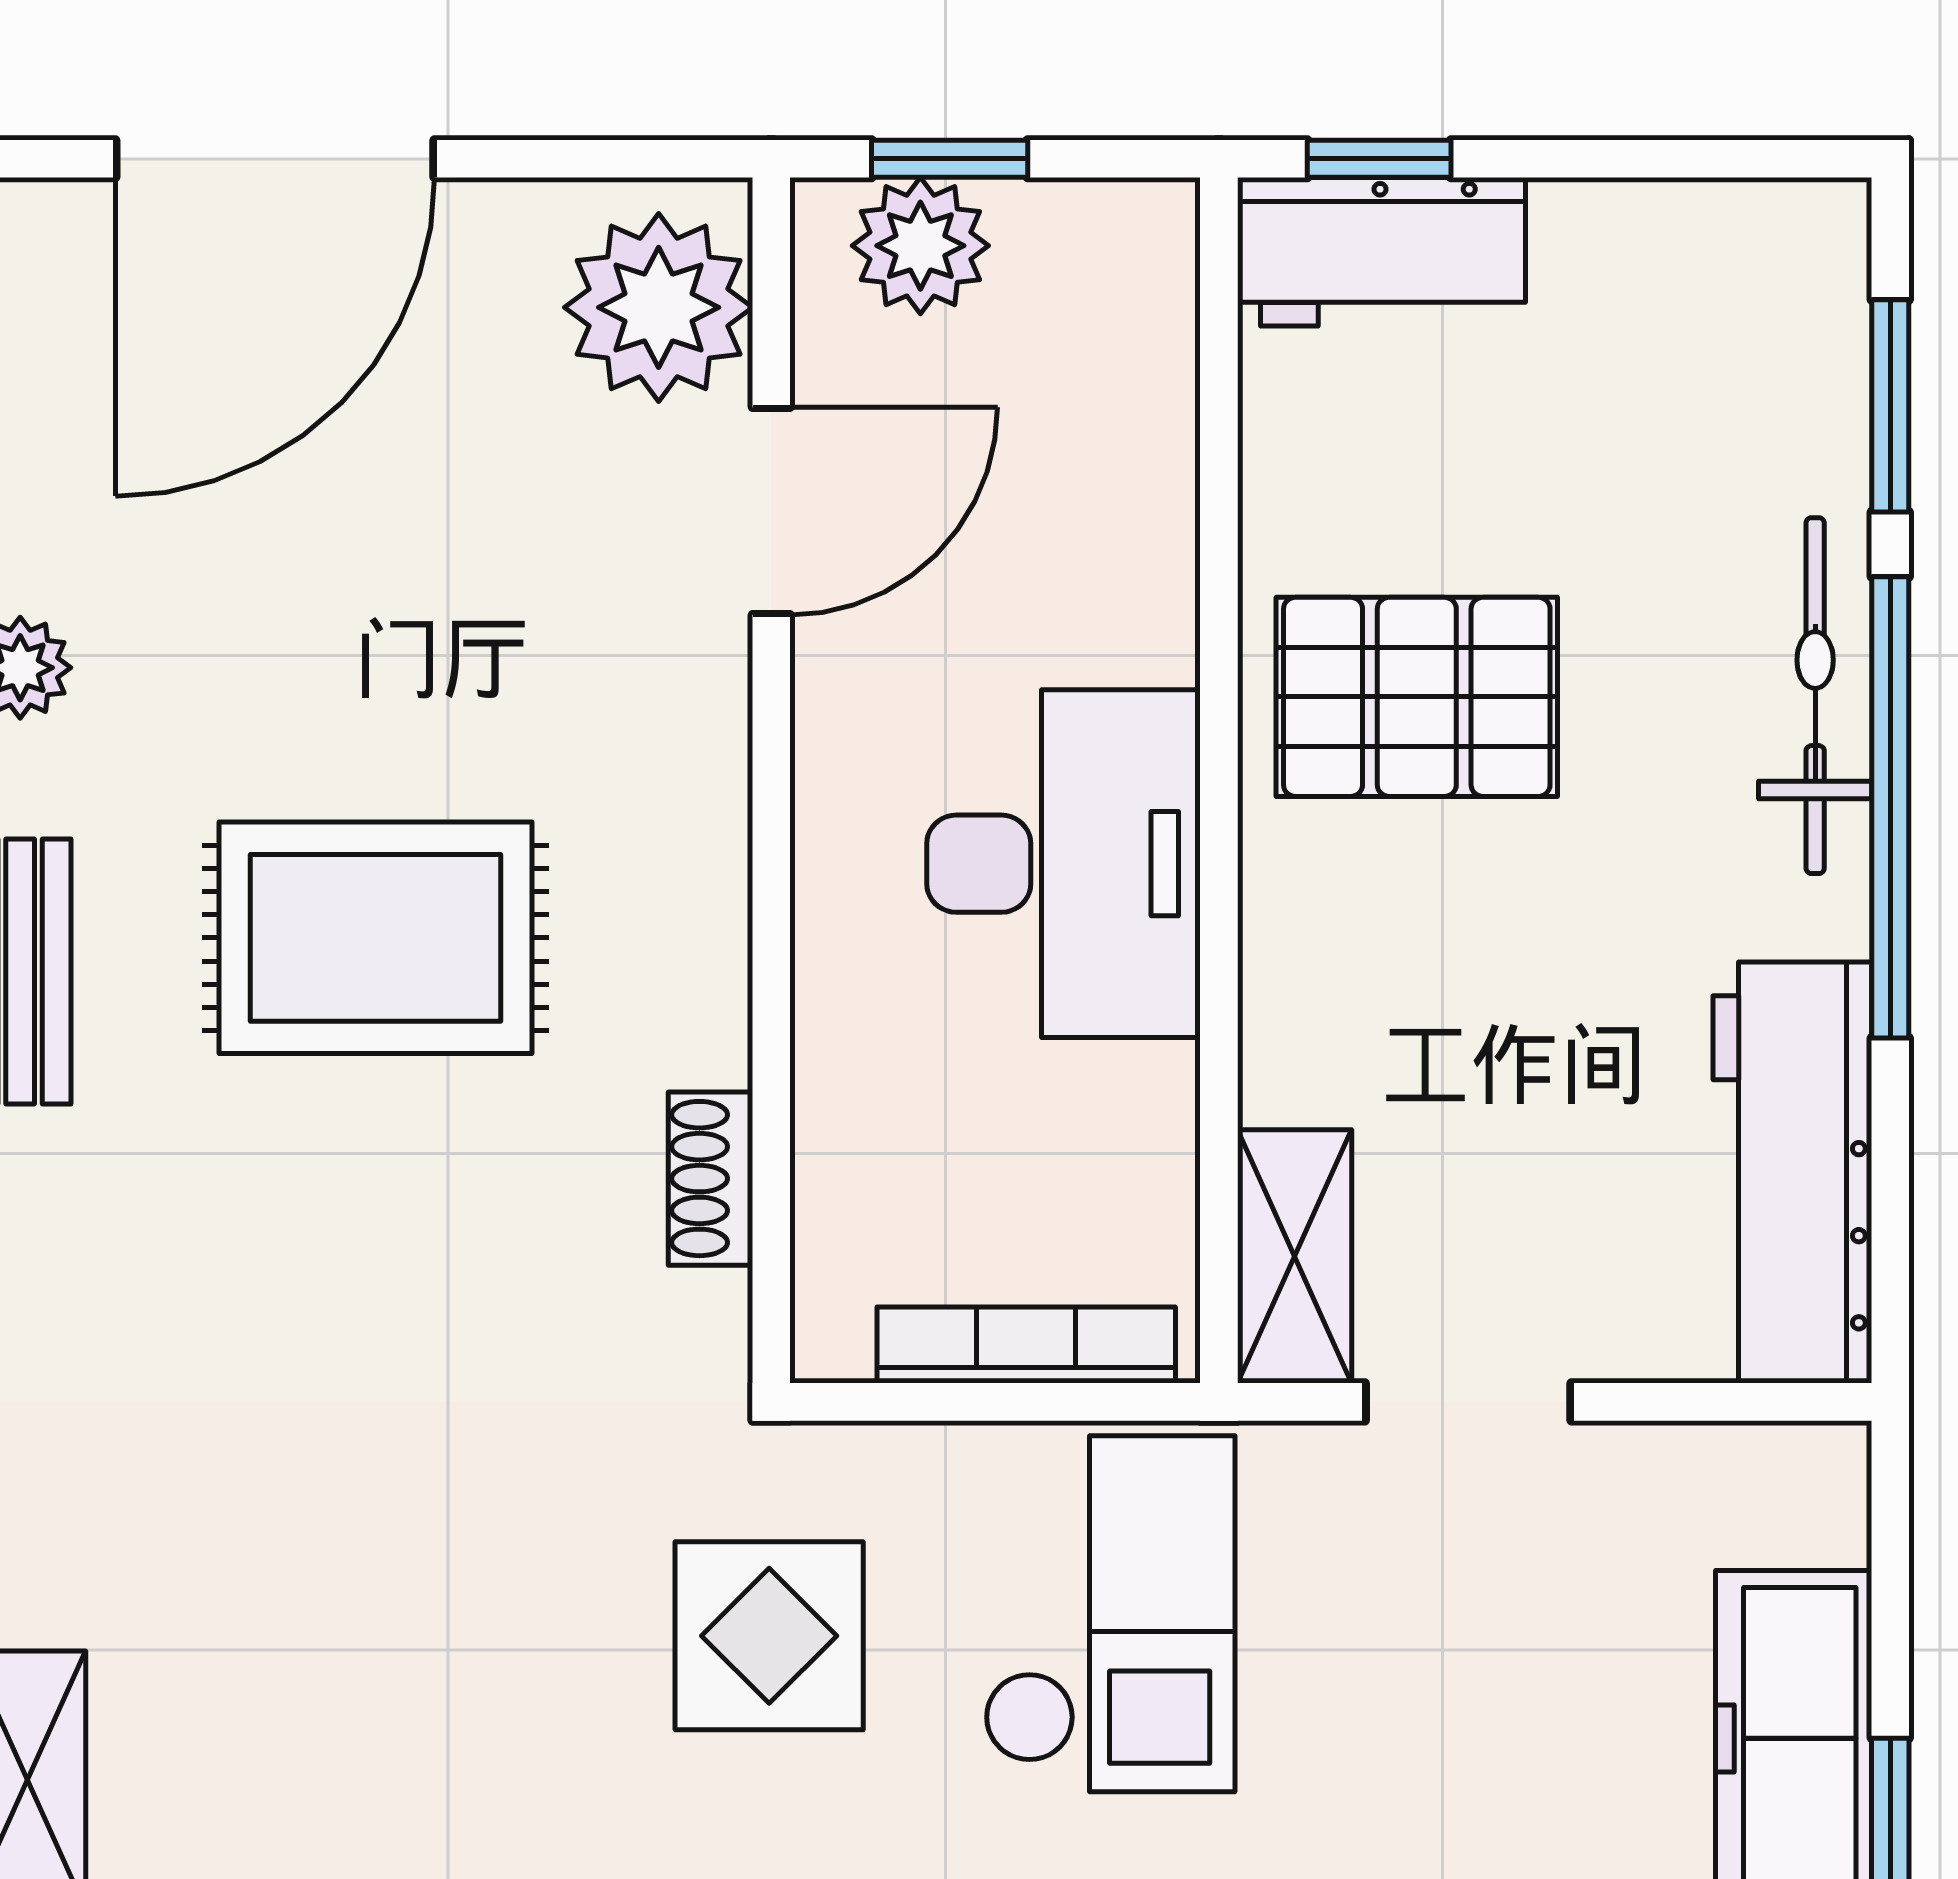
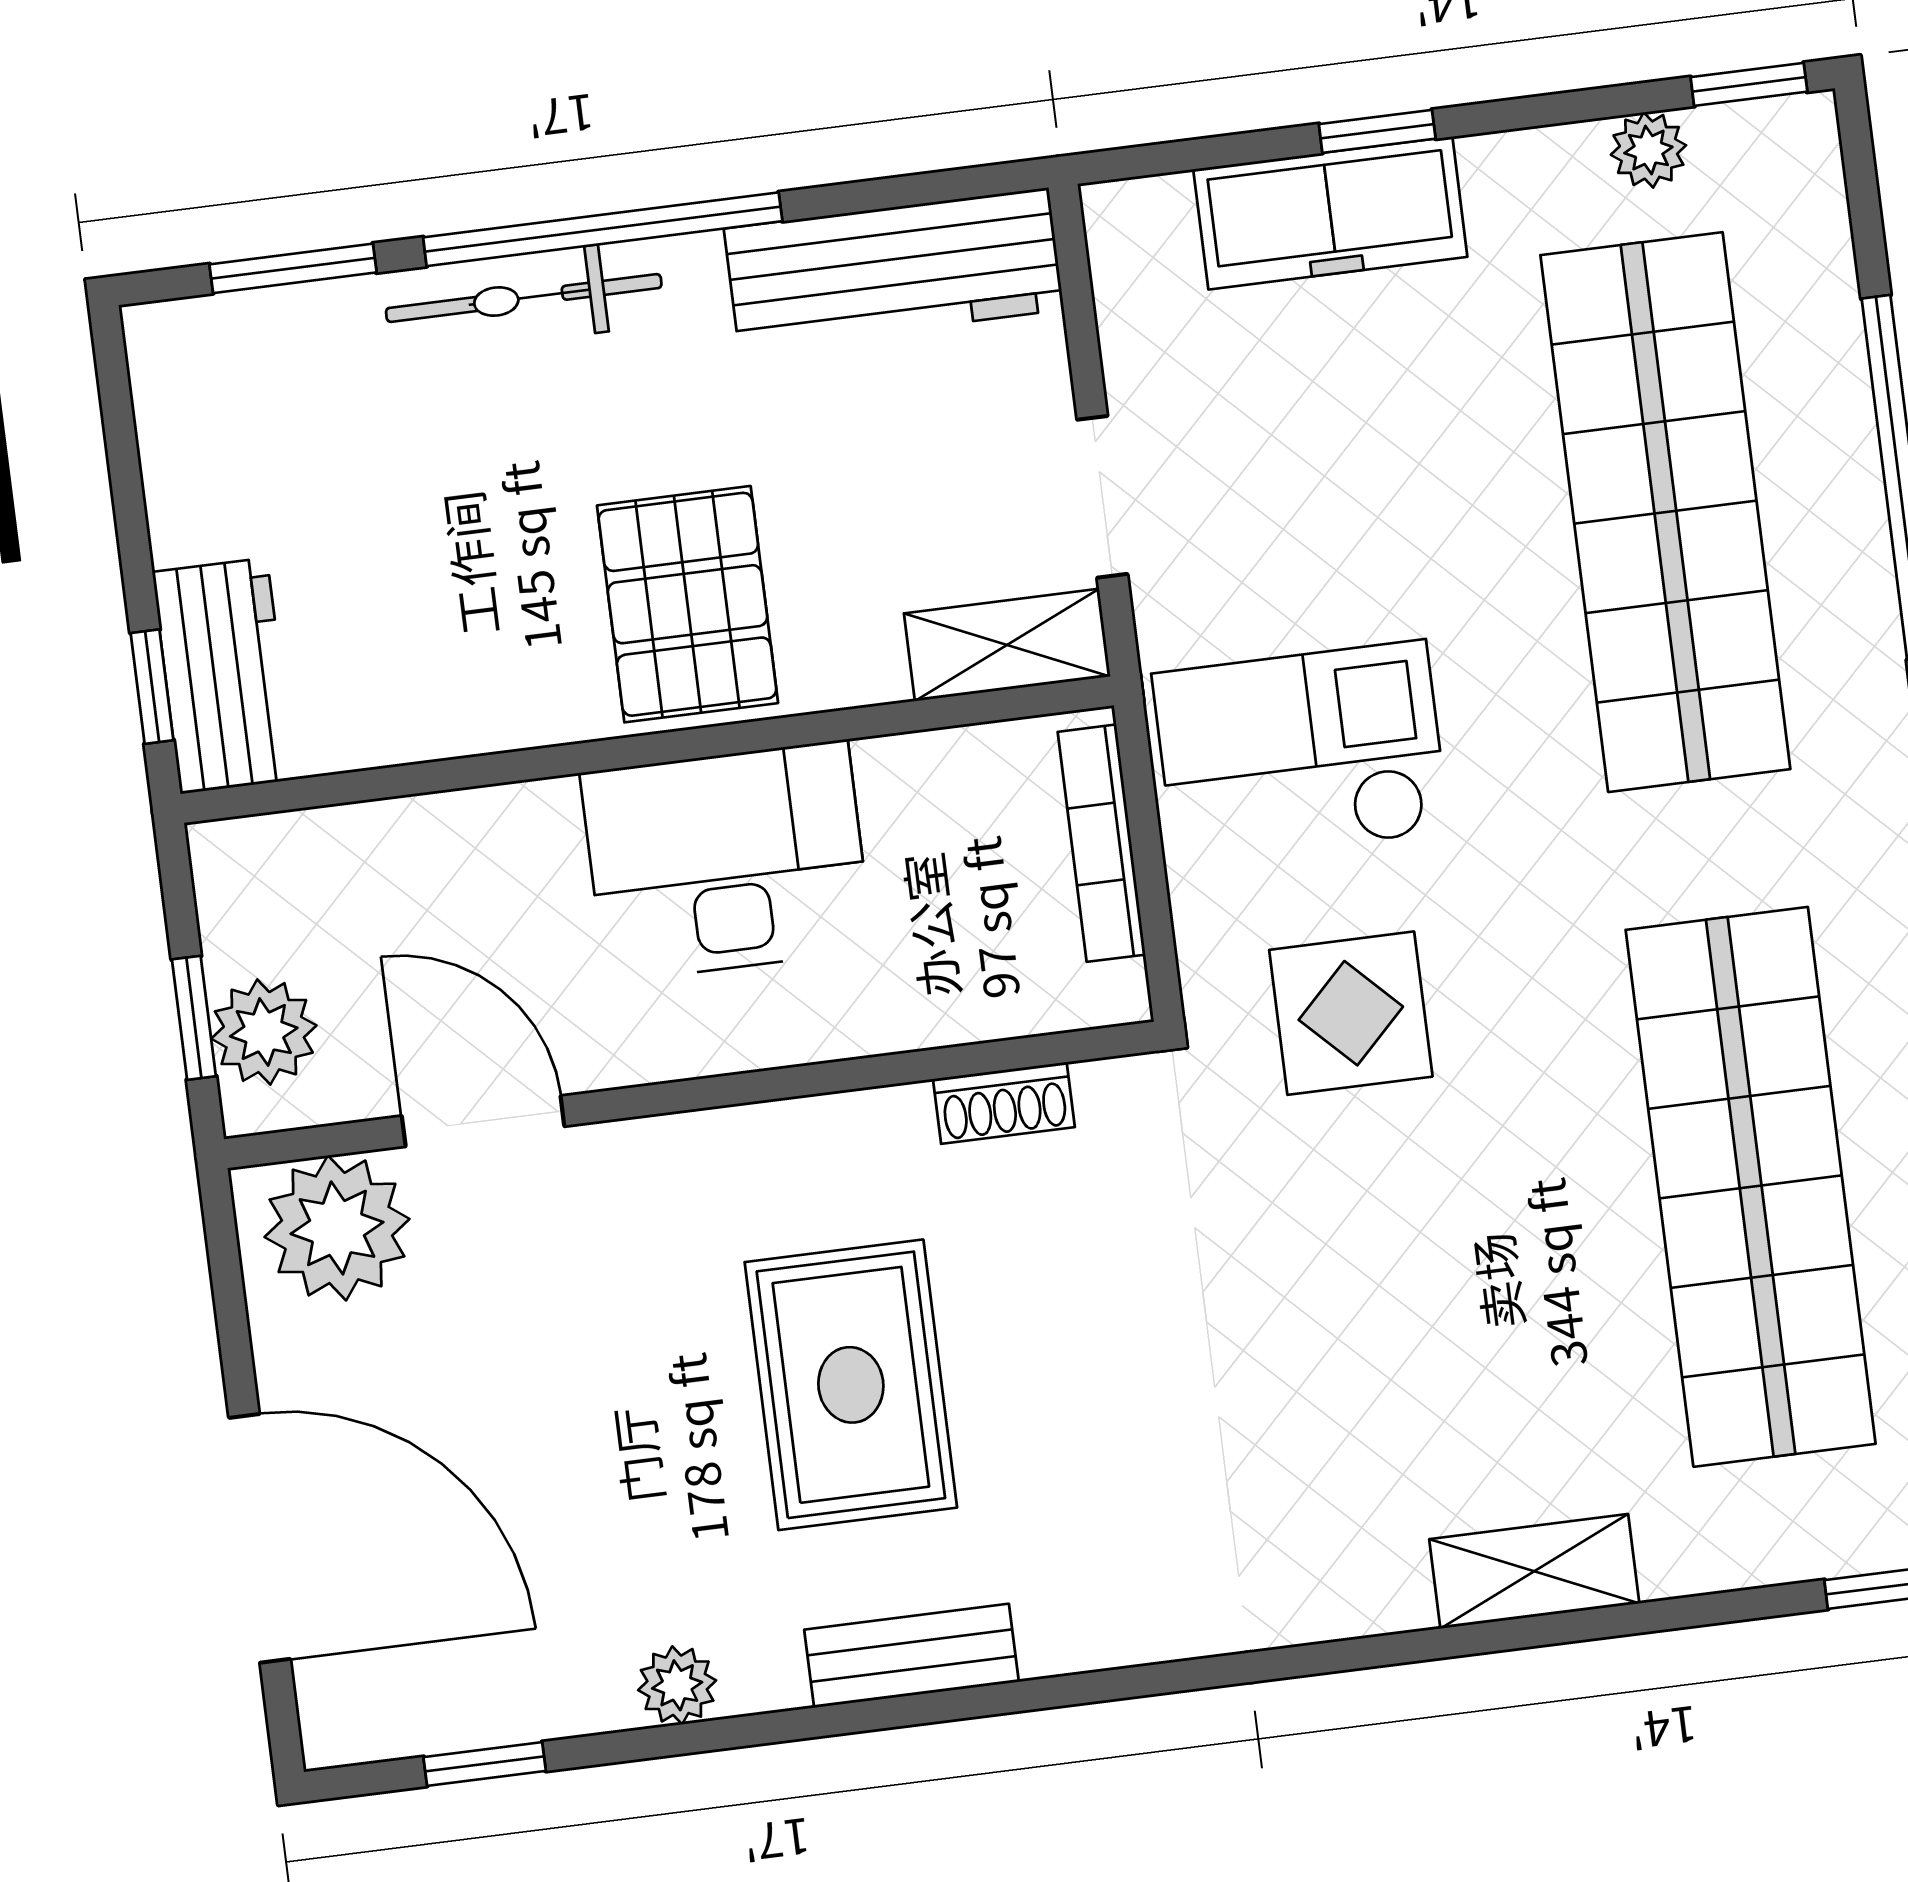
pallet: (1417, 697) -> (687, 604), moved

